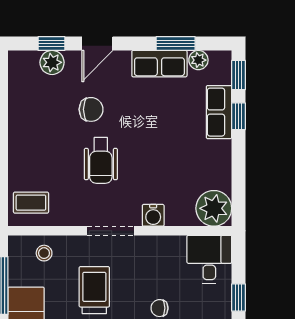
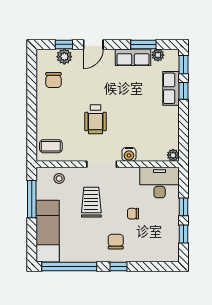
chair: (91, 109) -> (53, 80), moved, turned 90
plant: (214, 208) -> (173, 155), width x0.53, depth x0.53
desk: (209, 259) -> (160, 183), width x1.37

